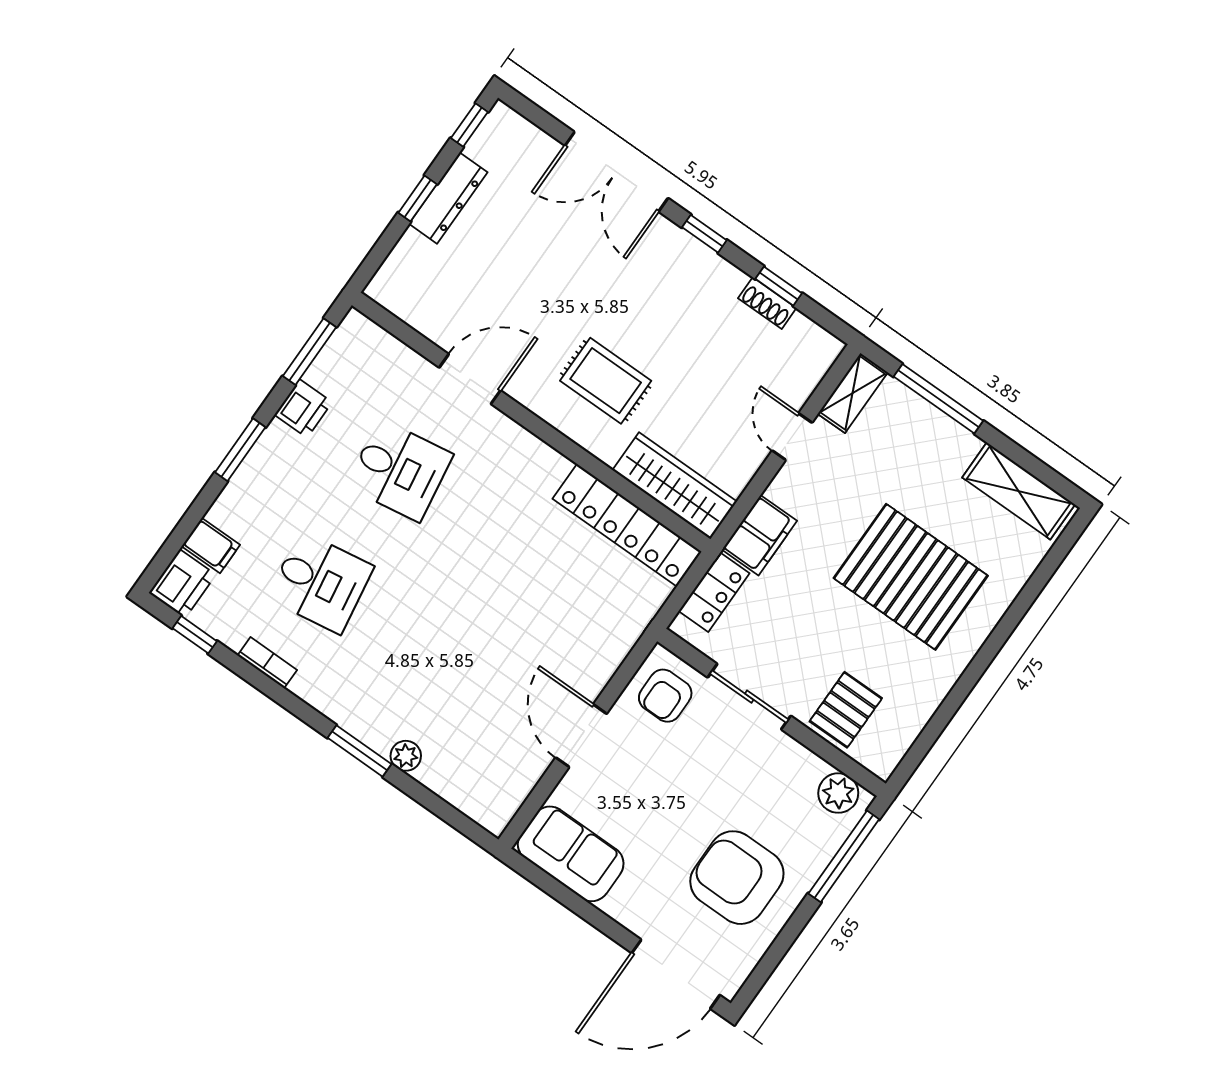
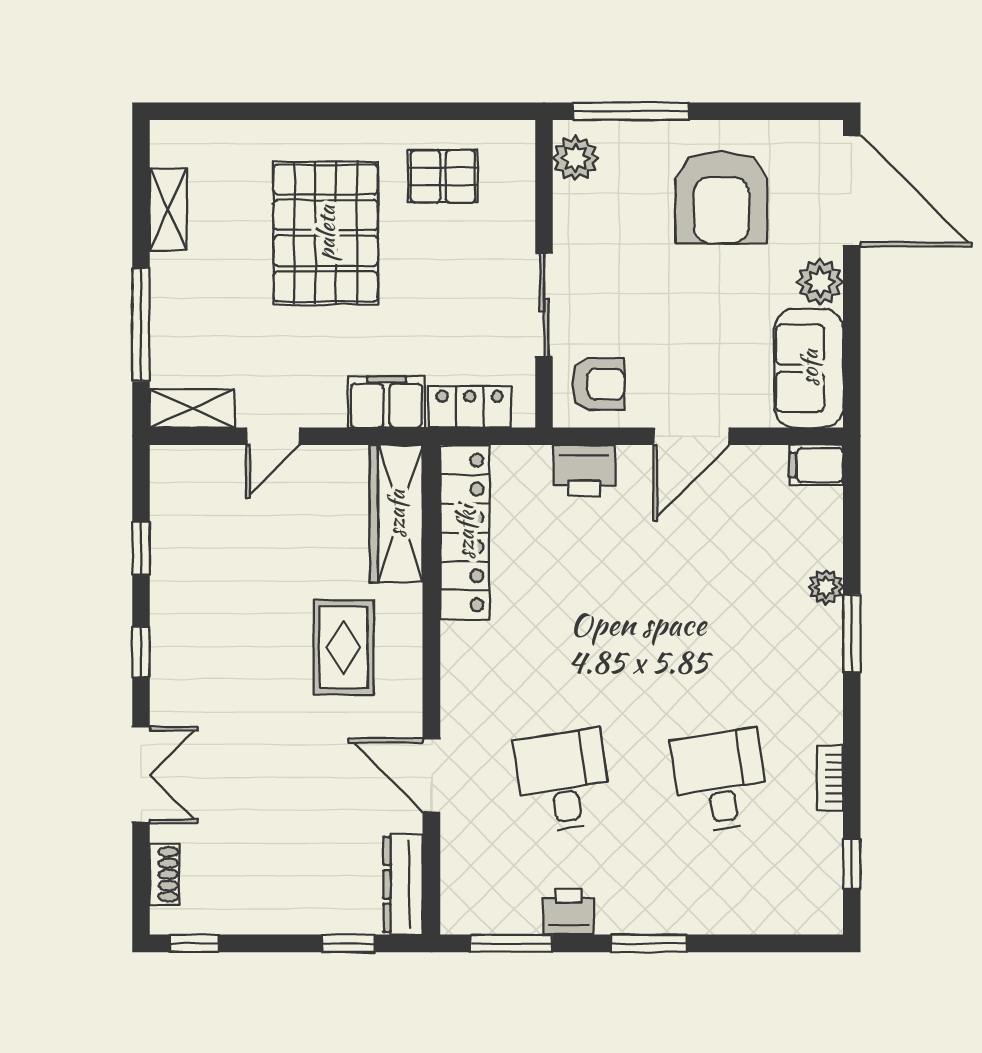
double door: (617, 172) -> (141, 775), width x0.73
window: (418, 198) -> (348, 943), moved
dresser: (448, 198) -> (403, 884), moved, turned -90
shoe rack: (767, 303) -> (164, 874), moved
shelving: (1019, 491) -> (168, 209), width x0.67, depth x0.75
filing cabinet: (211, 546) -> (816, 465), moved, turned -90
printer: (182, 584) -> (584, 470), moved, turned 180
pallet: (846, 710) -> (443, 176), moved
plant: (627, 905) -> (820, 282), added

